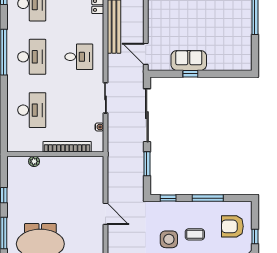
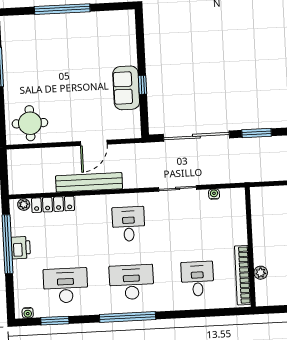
door: (146, 54) -> (94, 143), moved
desk: (32, 110) -> (197, 279), width x0.73
bookcase: (67, 147) -> (243, 275), moved

